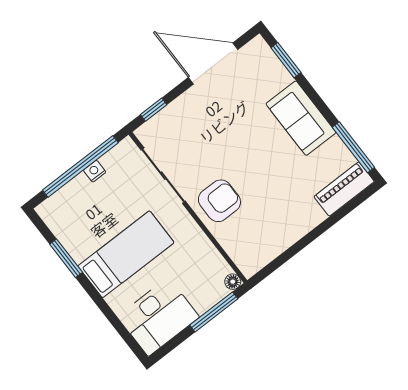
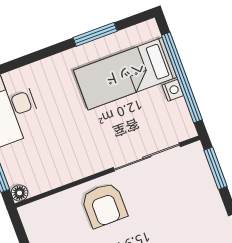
window: (154, 110) -> (216, 168), width x1.50
bed: (126, 254) -> (125, 74), moved, turned 90

